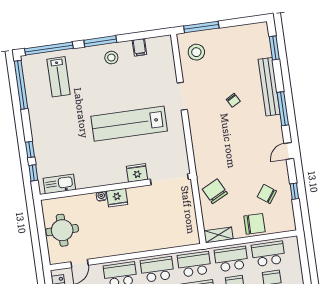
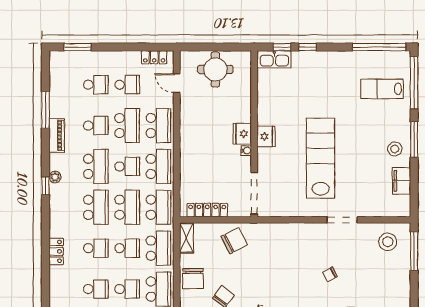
filing cabinet: (139, 47) -> (402, 181), width x2.00
fridge: (137, 173) -> (266, 136), moved
kitchen sink: (59, 184) -> (274, 59), moved, turned 90
water cooler: (101, 196) -> (246, 151), moved
locker: (191, 220) -> (207, 210), added

